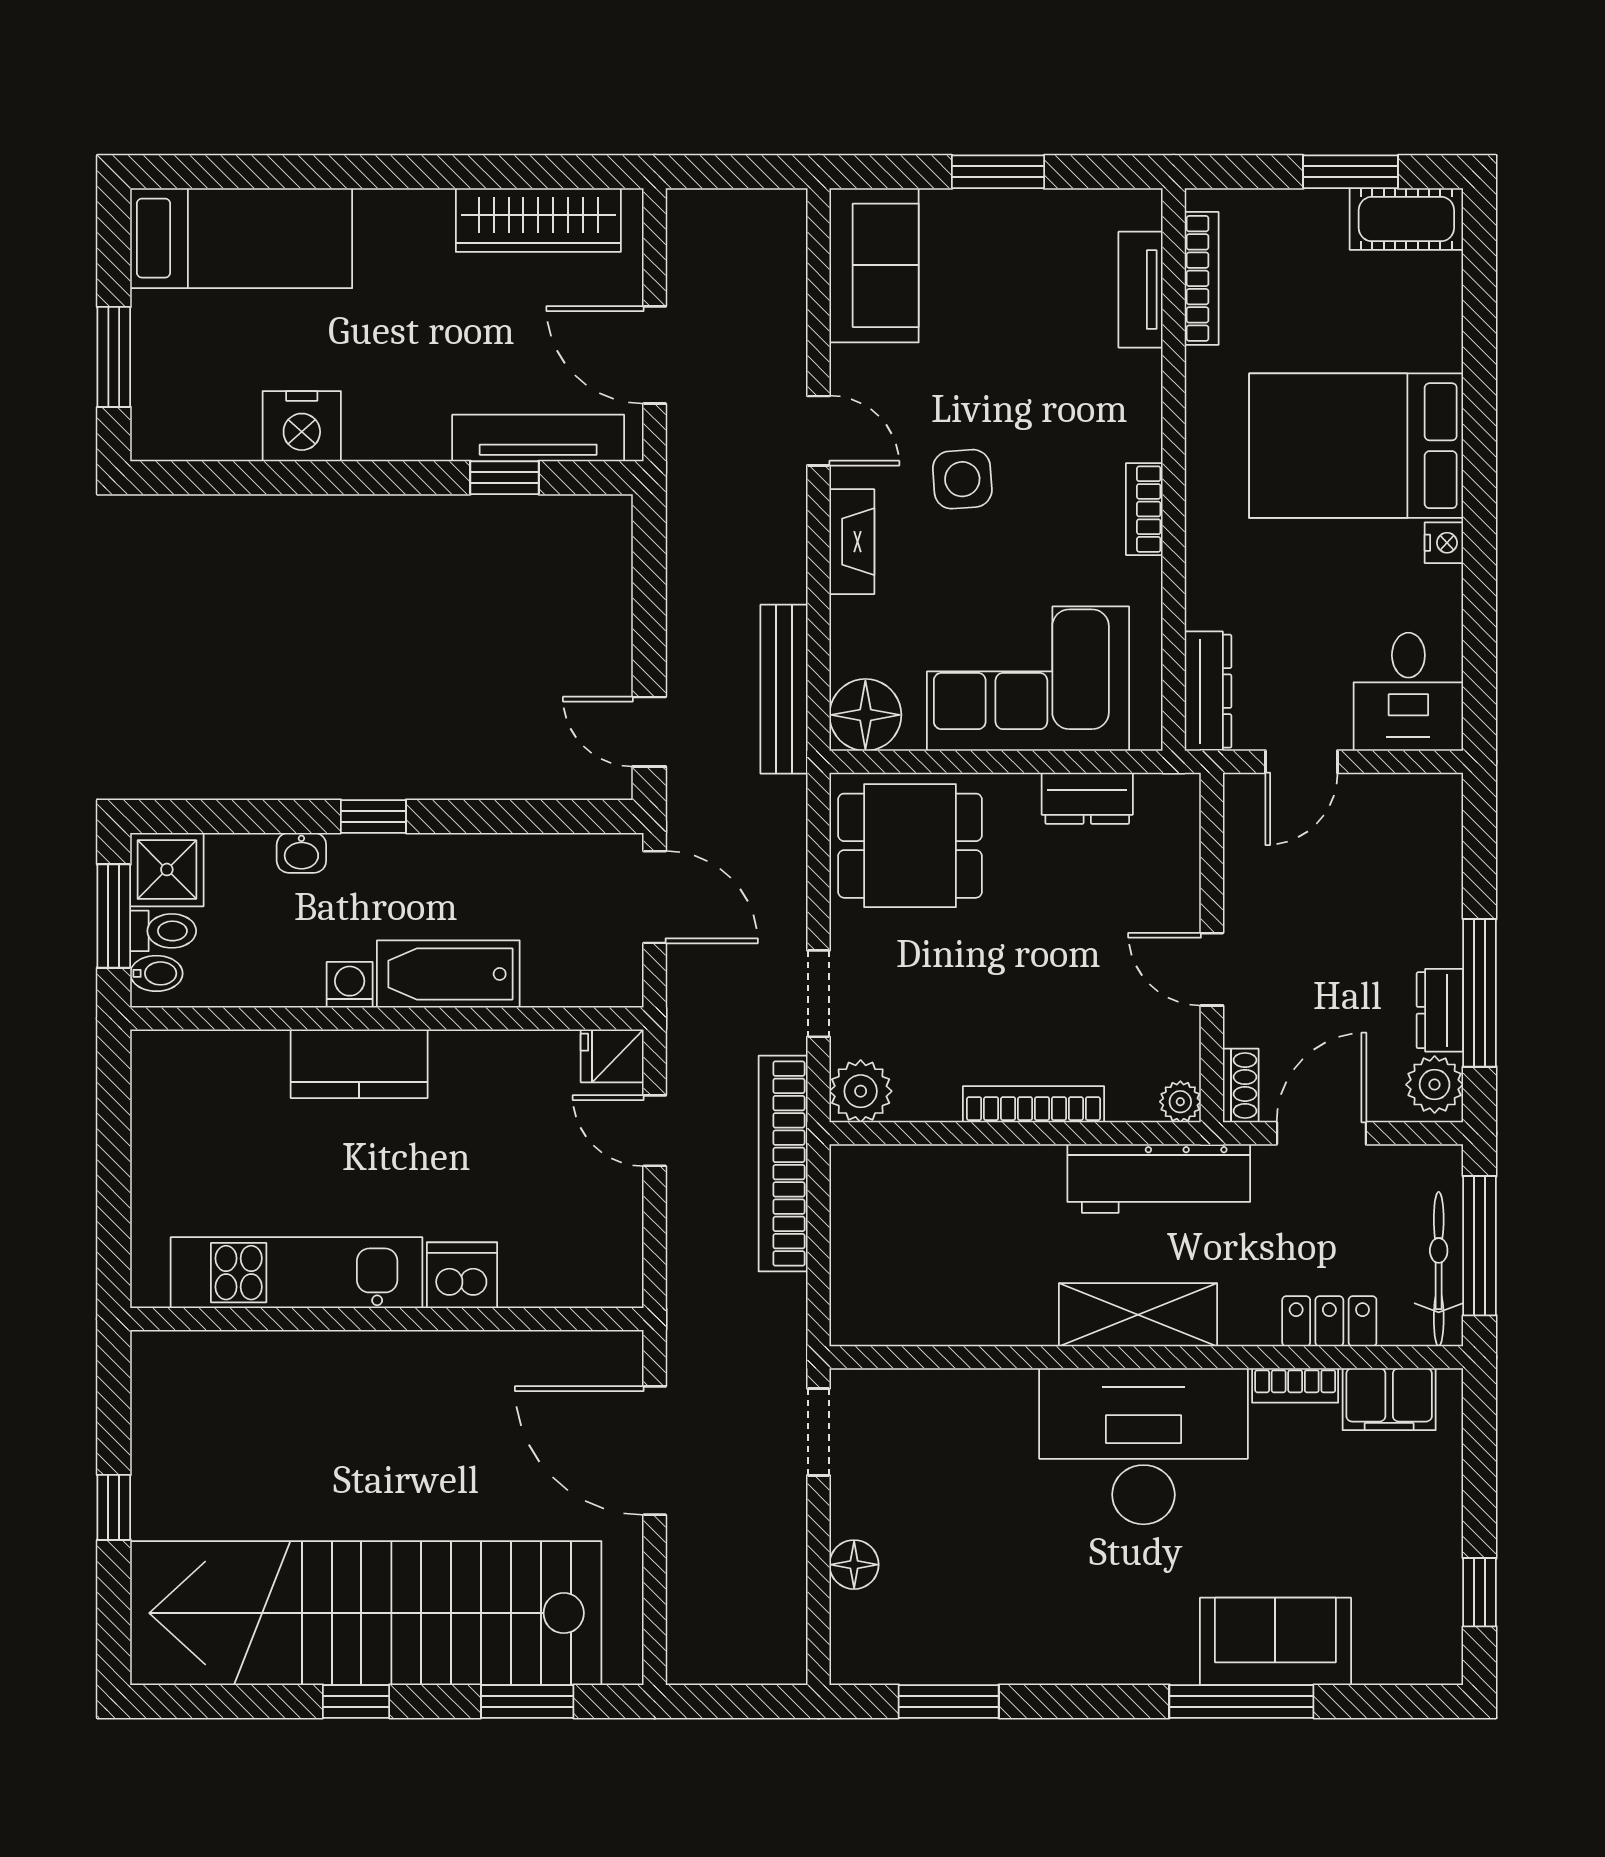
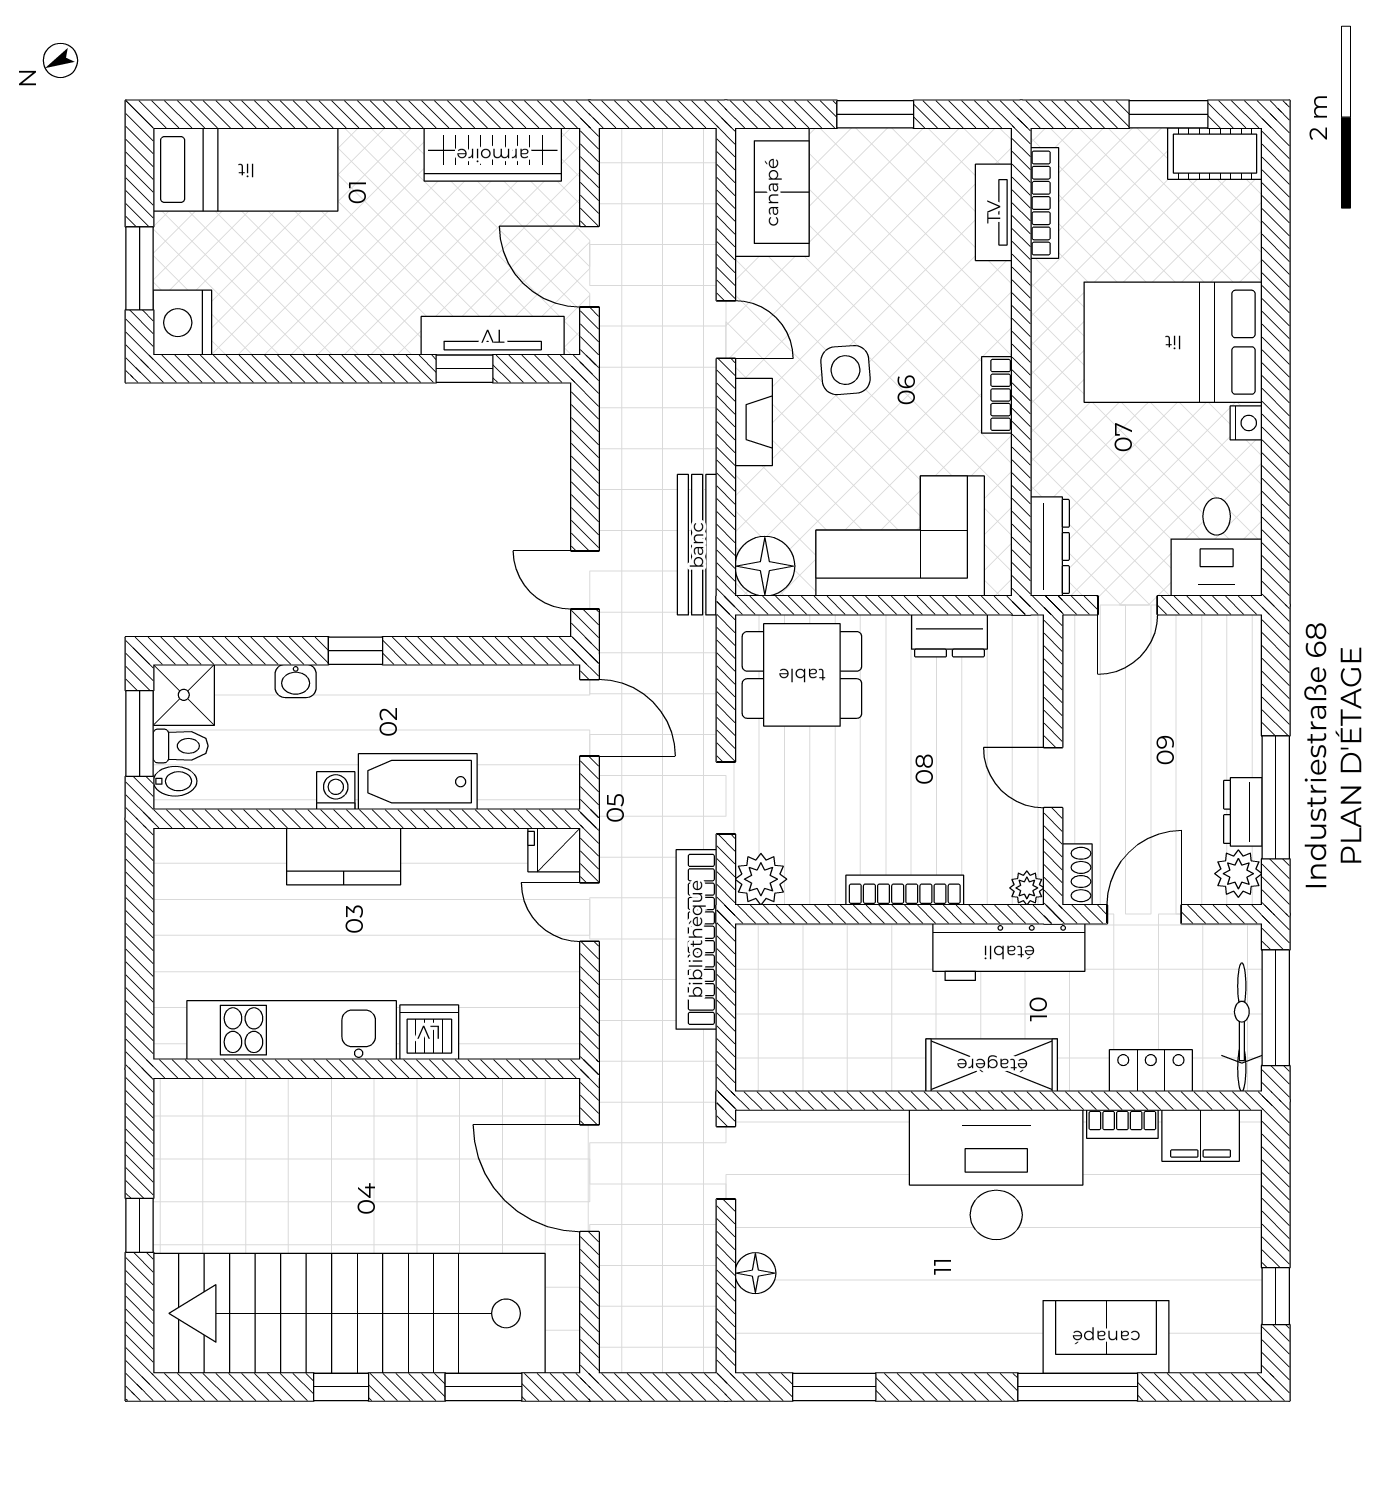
nightstand: (302, 426) -> (182, 323), moved, turned 90

